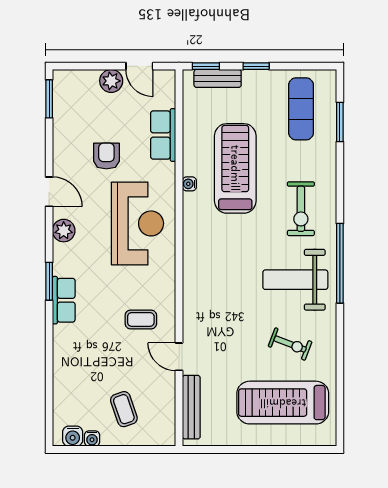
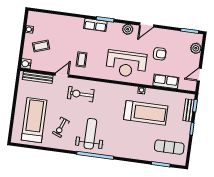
plant: (111, 81) -> (196, 48), moved
exercise bike: (301, 209) -> (81, 94), moved
water cooler: (73, 436) -> (26, 64), moved

